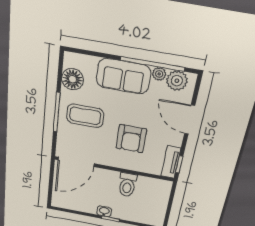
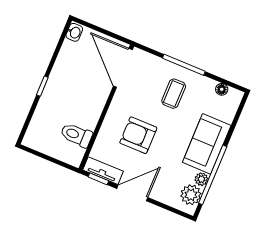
floor lamp: (72, 79) -> (222, 89), width x0.53, depth x0.53
coffee table: (85, 116) -> (174, 94), width x0.73, depth x0.77
door: (190, 120) -> (132, 193), moved
toilet: (127, 185) -> (76, 135), moved
washbasin: (104, 211) -> (74, 32), moved

